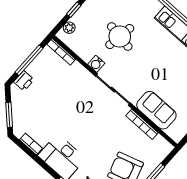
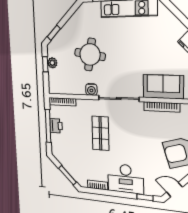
plant: (69, 28) -> (52, 63), moved
printer: (24, 81) -> (56, 126), moved
shop shelf: (72, 104) -> (100, 133), added

